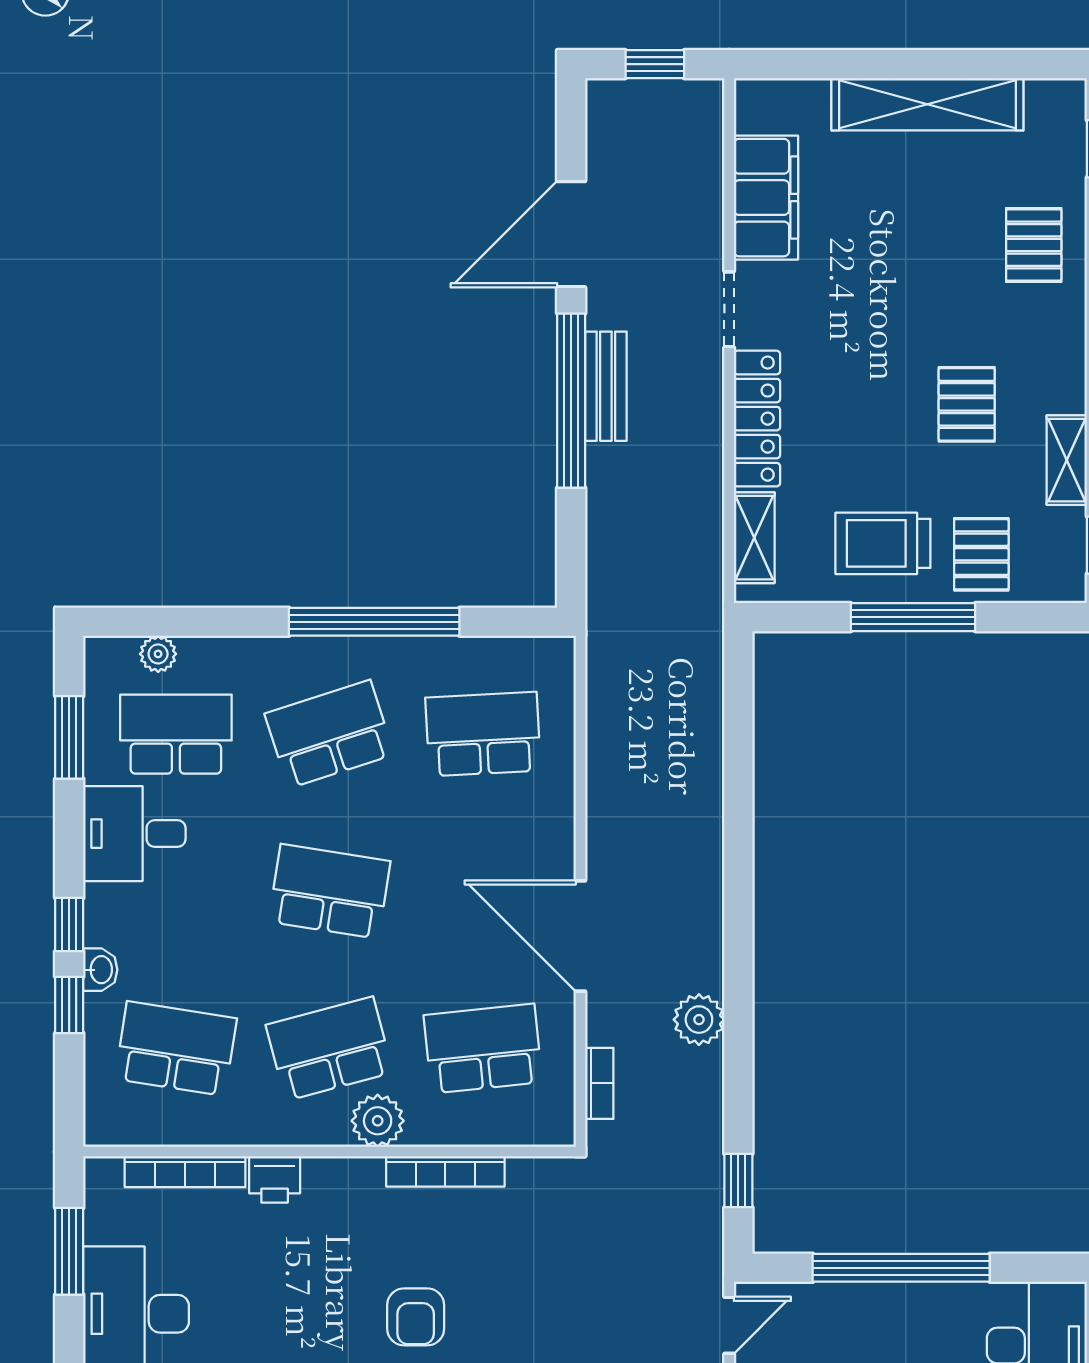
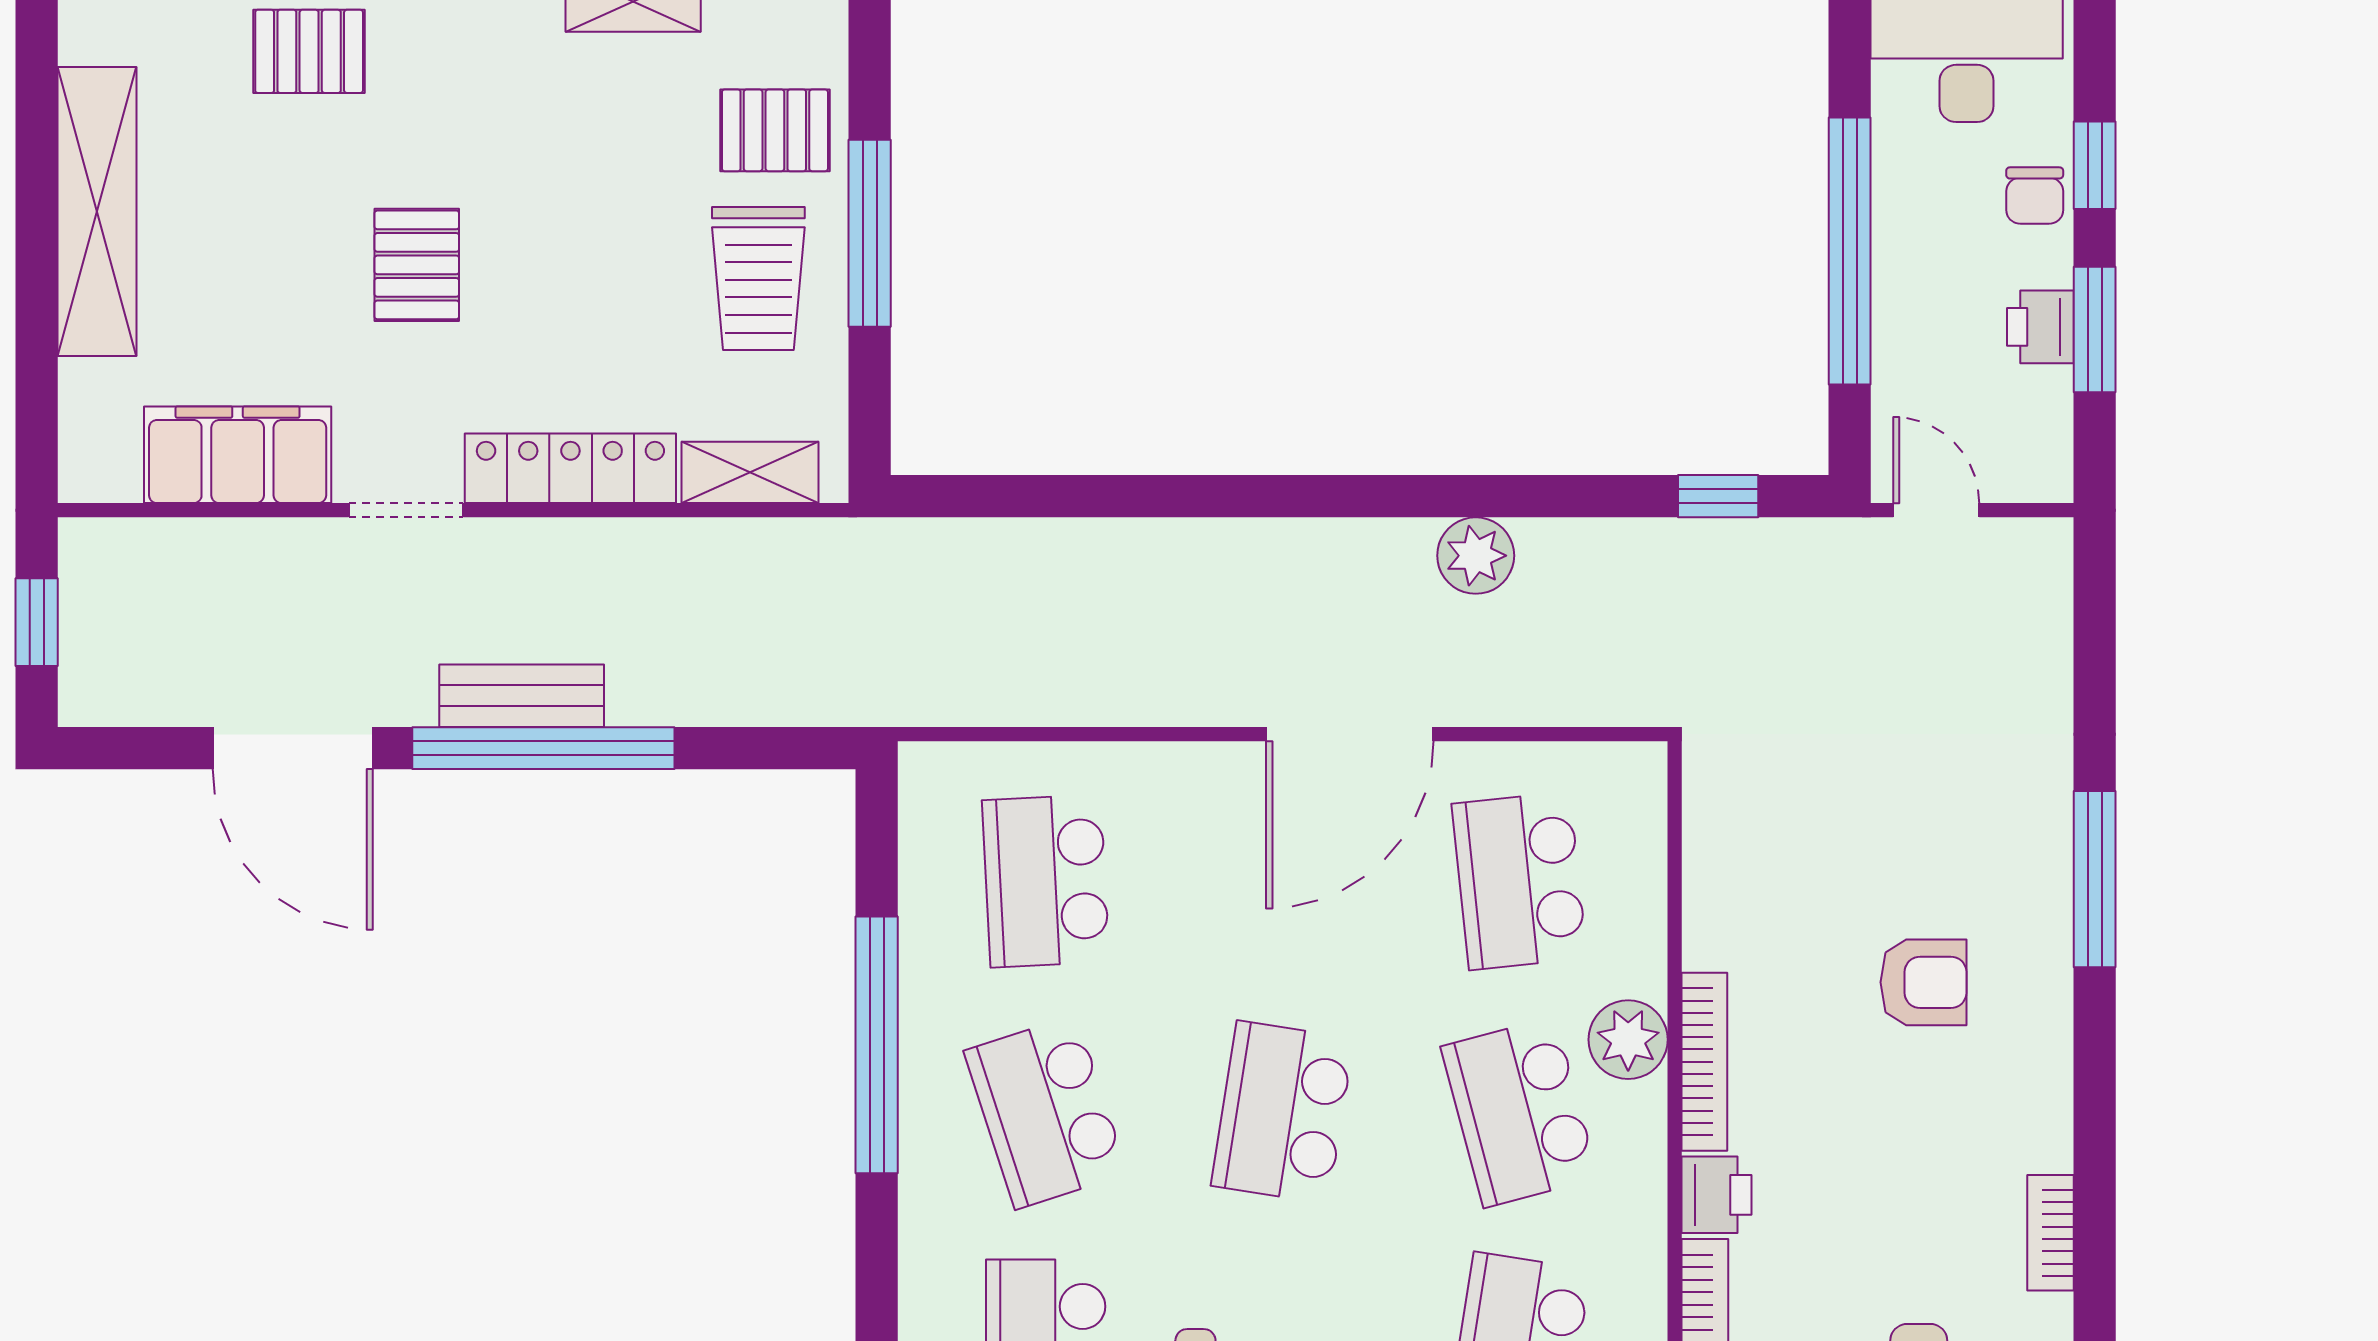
pallet: (967, 404) -> (417, 265), moved, turned 90
bookcase: (599, 1083) -> (1572, 706), removed
bookcase: (445, 1171) -> (1704, 1062), moved

